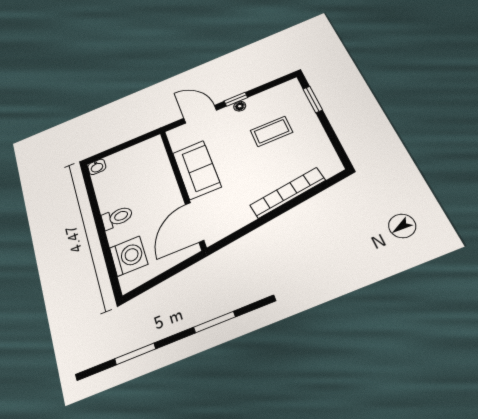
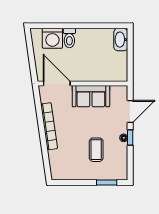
washbasin: (97, 167) -> (121, 40), width x1.91, depth x1.45
bookcase: (288, 193) -> (49, 126), moved
toilet: (117, 217) -> (69, 38), moved

